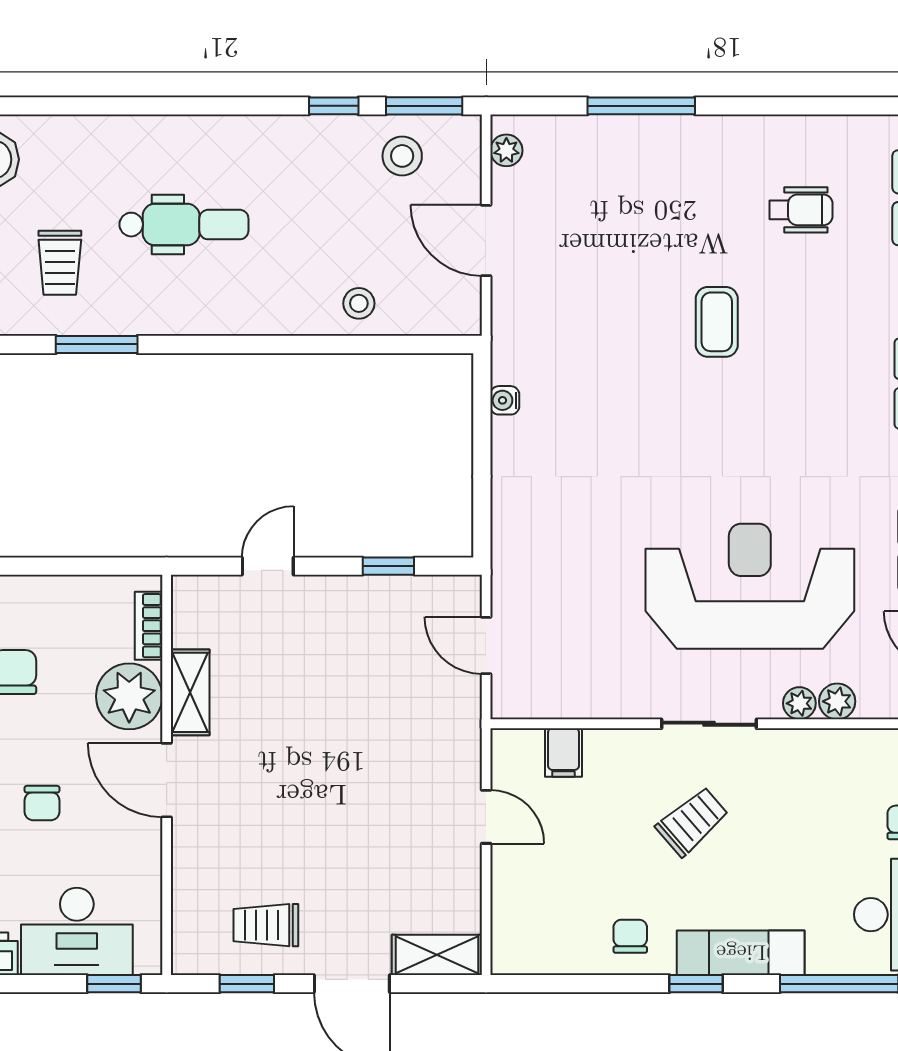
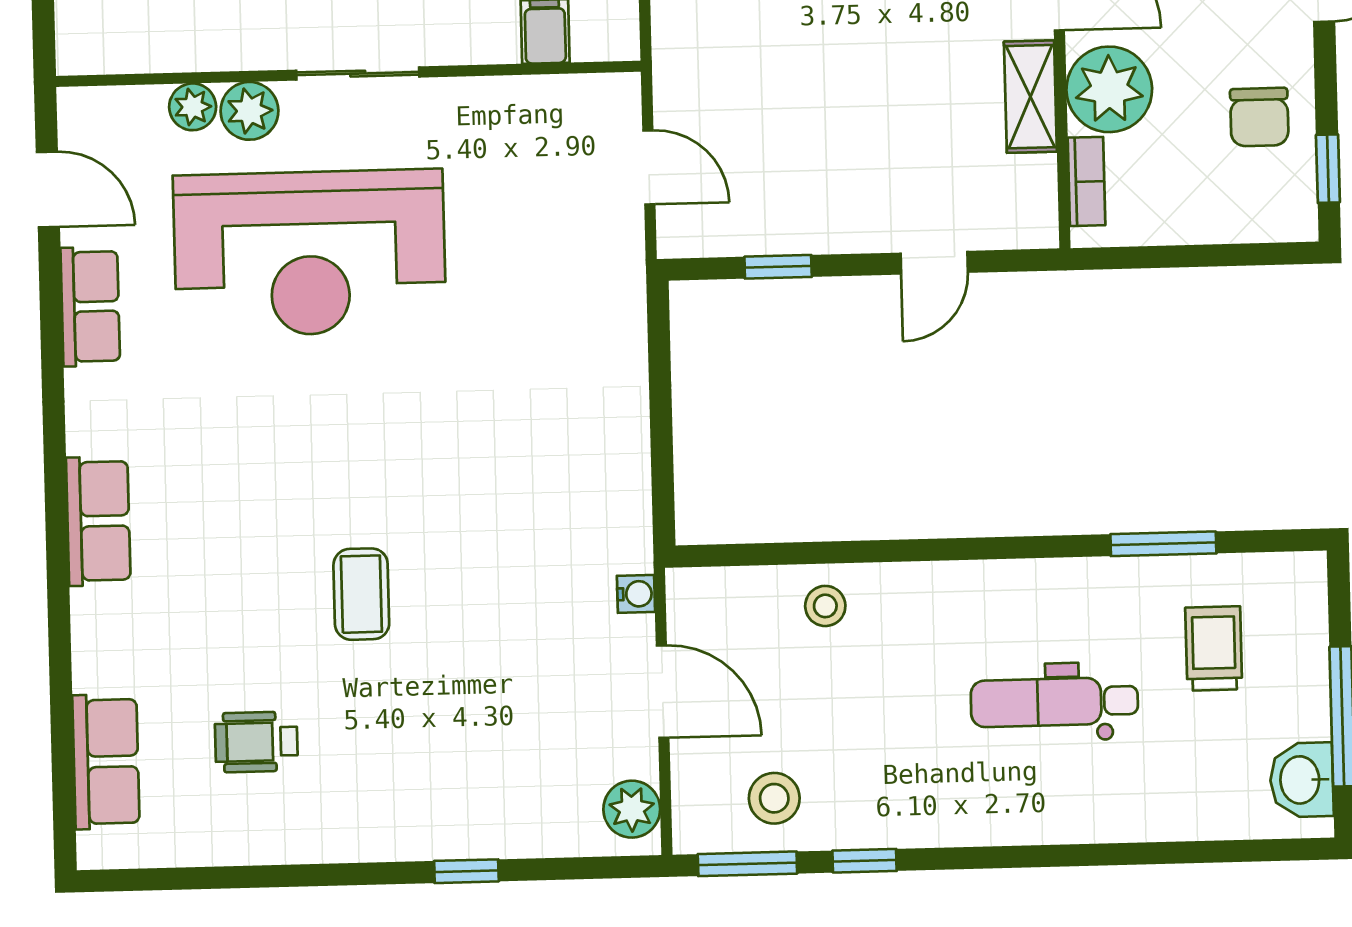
window: (641, 106) -> (466, 871), width x0.46
plant: (506, 150) -> (632, 809), width x1.38, depth x1.38
water cooler: (505, 400) -> (636, 594), moved
plant: (799, 703) -> (249, 111), width x1.38, depth x1.38

